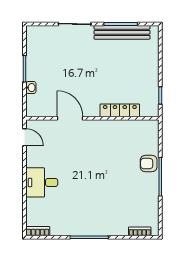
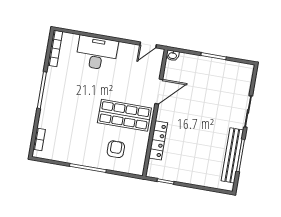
washbasin: (31, 88) -> (173, 55), moved
shop shelf: (100, 149) -> (124, 115), added
armchair: (149, 164) -> (116, 149), moved
desk: (42, 182) -> (97, 53), width x1.37
bookcase: (38, 231) -> (55, 48), width x1.56

